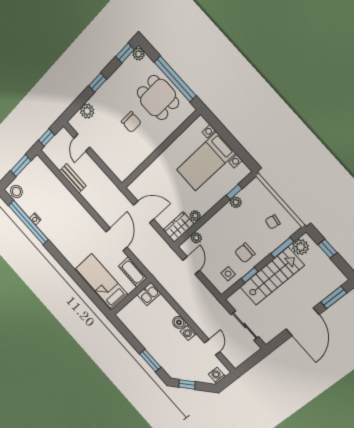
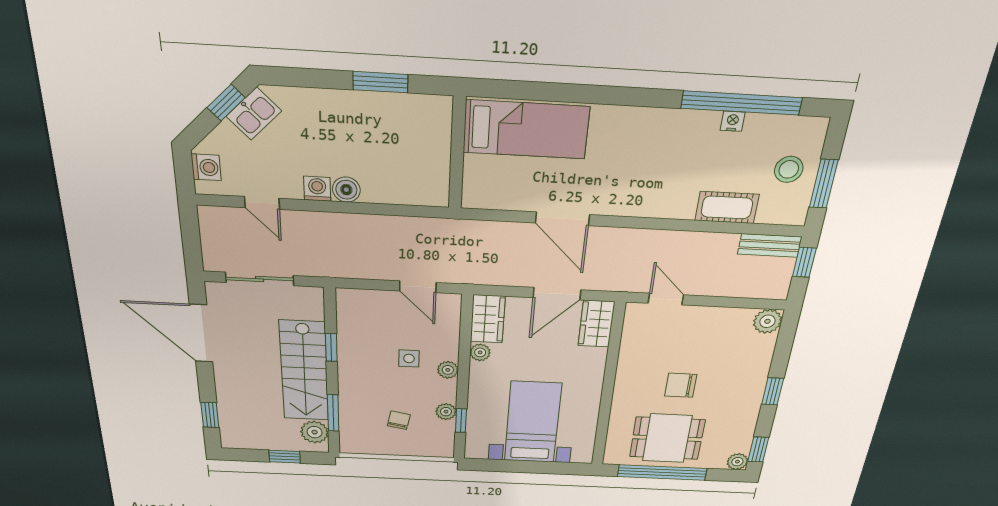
plant: (87, 111) -> (767, 321), moved
door: (82, 143) -> (666, 299), moved
bench: (73, 178) -> (770, 245), moved
wardrobe: (140, 185) -> (596, 324), added
stool: (16, 191) -> (789, 169), moved
chair: (273, 222) -> (399, 420), moved
plant: (196, 238) -> (448, 370), moved
chair: (245, 253) -> (368, 367), removed
cot: (133, 272) -> (727, 207), moved
side table: (228, 274) -> (409, 358), moved
kitchen sink: (149, 294) -> (254, 114), moved, turned -135
window: (334, 297) -> (210, 415), width x0.67
door: (303, 322) -> (201, 333), moved
window: (150, 361) -> (380, 82), moved

